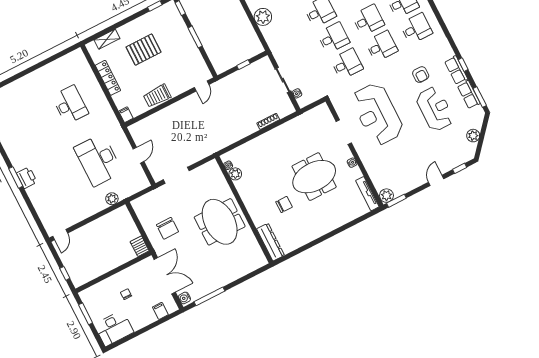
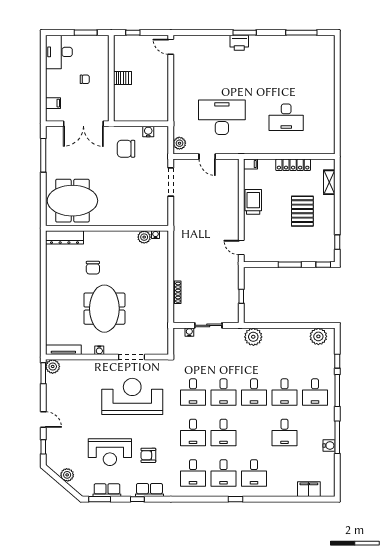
plant: (263, 17) -> (253, 337), moved
row of seats: (456, 70) -> (149, 490), moved
plant: (112, 199) -> (179, 143), moved
meeting table: (220, 222) -> (72, 201), moved
server rack: (140, 246) -> (123, 78), moved
water cooler: (184, 298) -> (148, 132), moved

